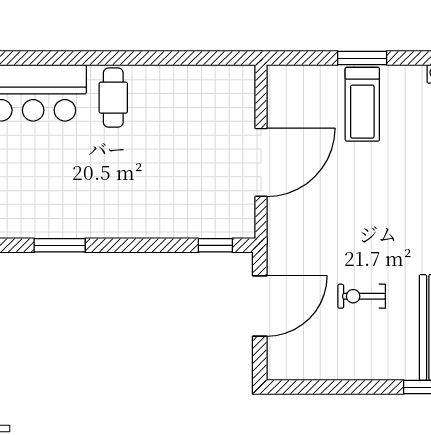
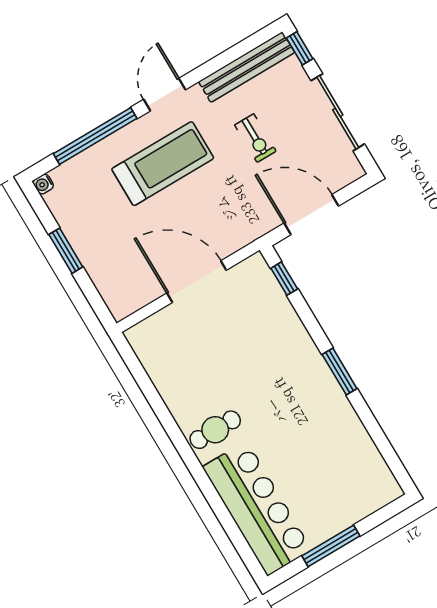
treadmill: (362, 104) -> (163, 164), moved, width x1.37, depth x1.38
window: (60, 245) -> (340, 371), moved
sliding door: (340, 387) -> (338, 112), added

